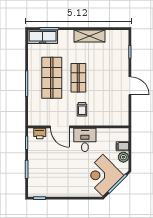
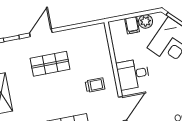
shop shelf: (78, 78) -> (50, 64), moved
door: (130, 86) -> (41, 33), moved

